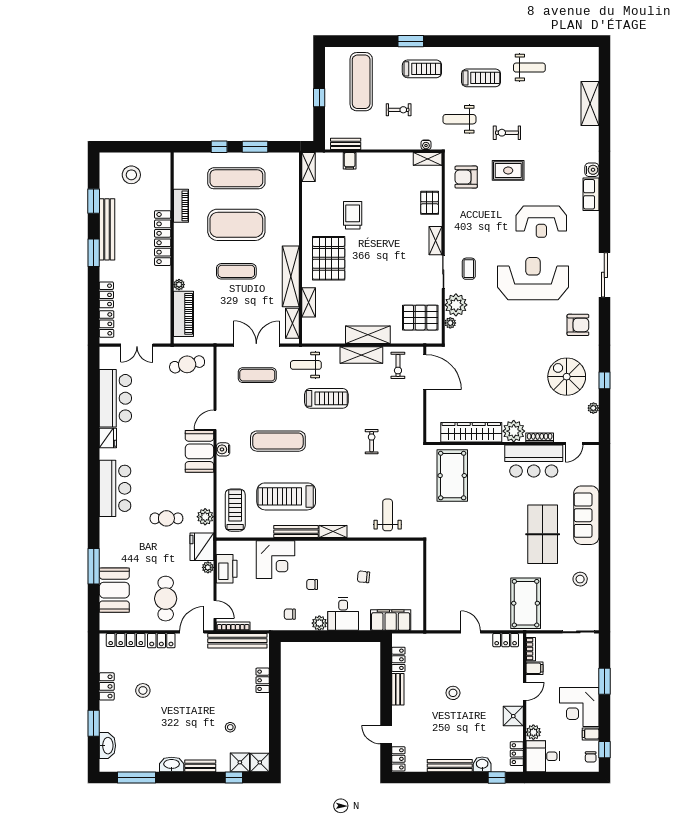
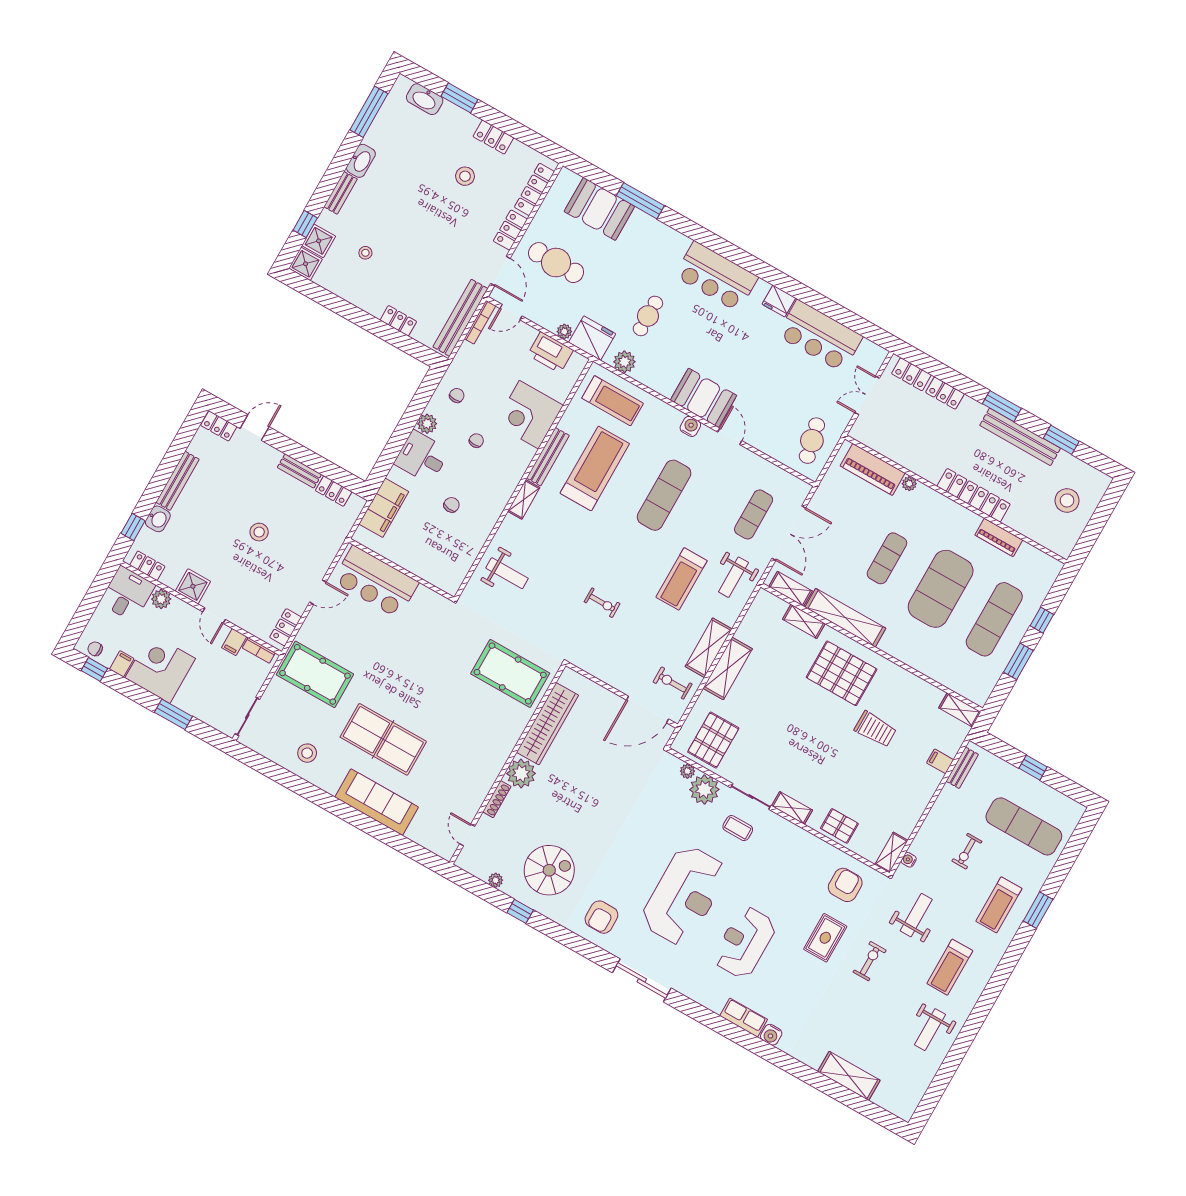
weight bench: (306, 365) -> (733, 577), turned 180
bar counter: (534, 461) -> (376, 582), moved, turned -90

